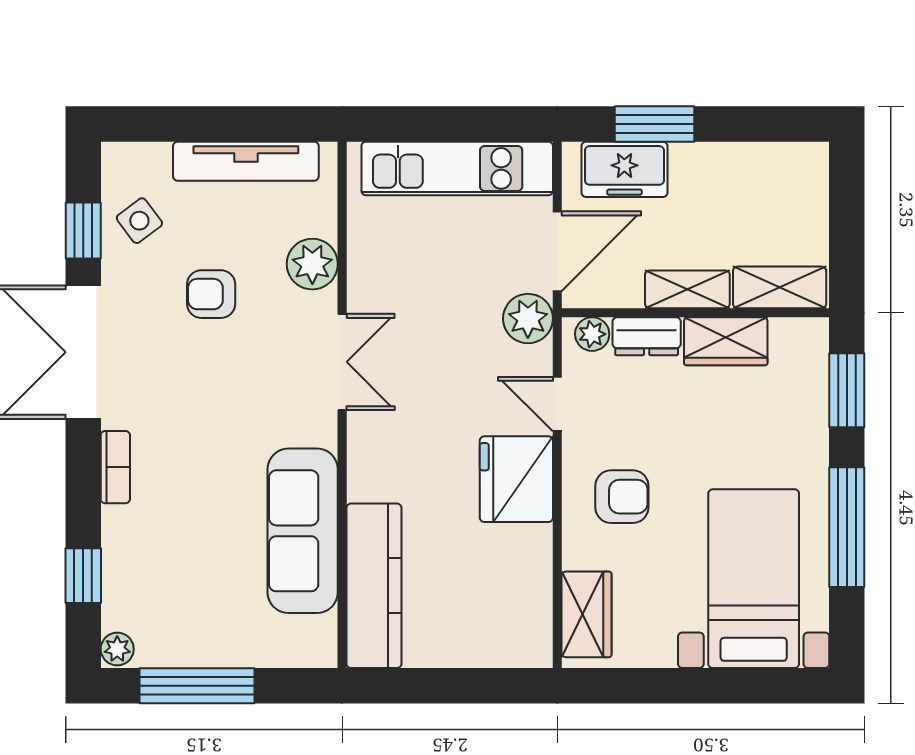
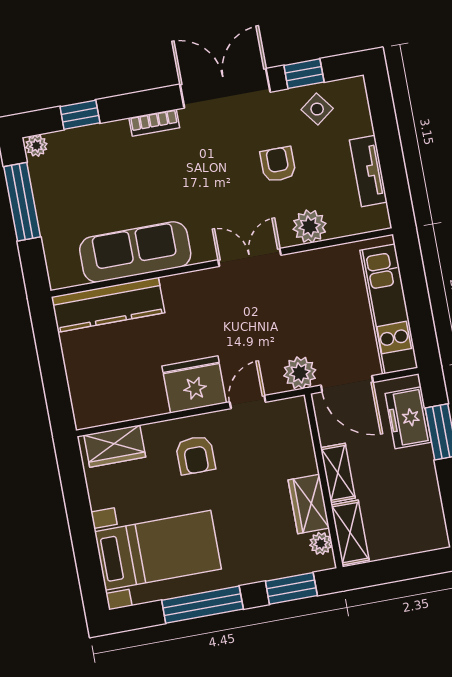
tv unit: (246, 161) -> (368, 171), width x0.71
plant: (592, 334) -> (321, 543), moved
dresser: (647, 336) -> (303, 452), removed
double door: (342, 362) -> (250, 257), swing flipped

